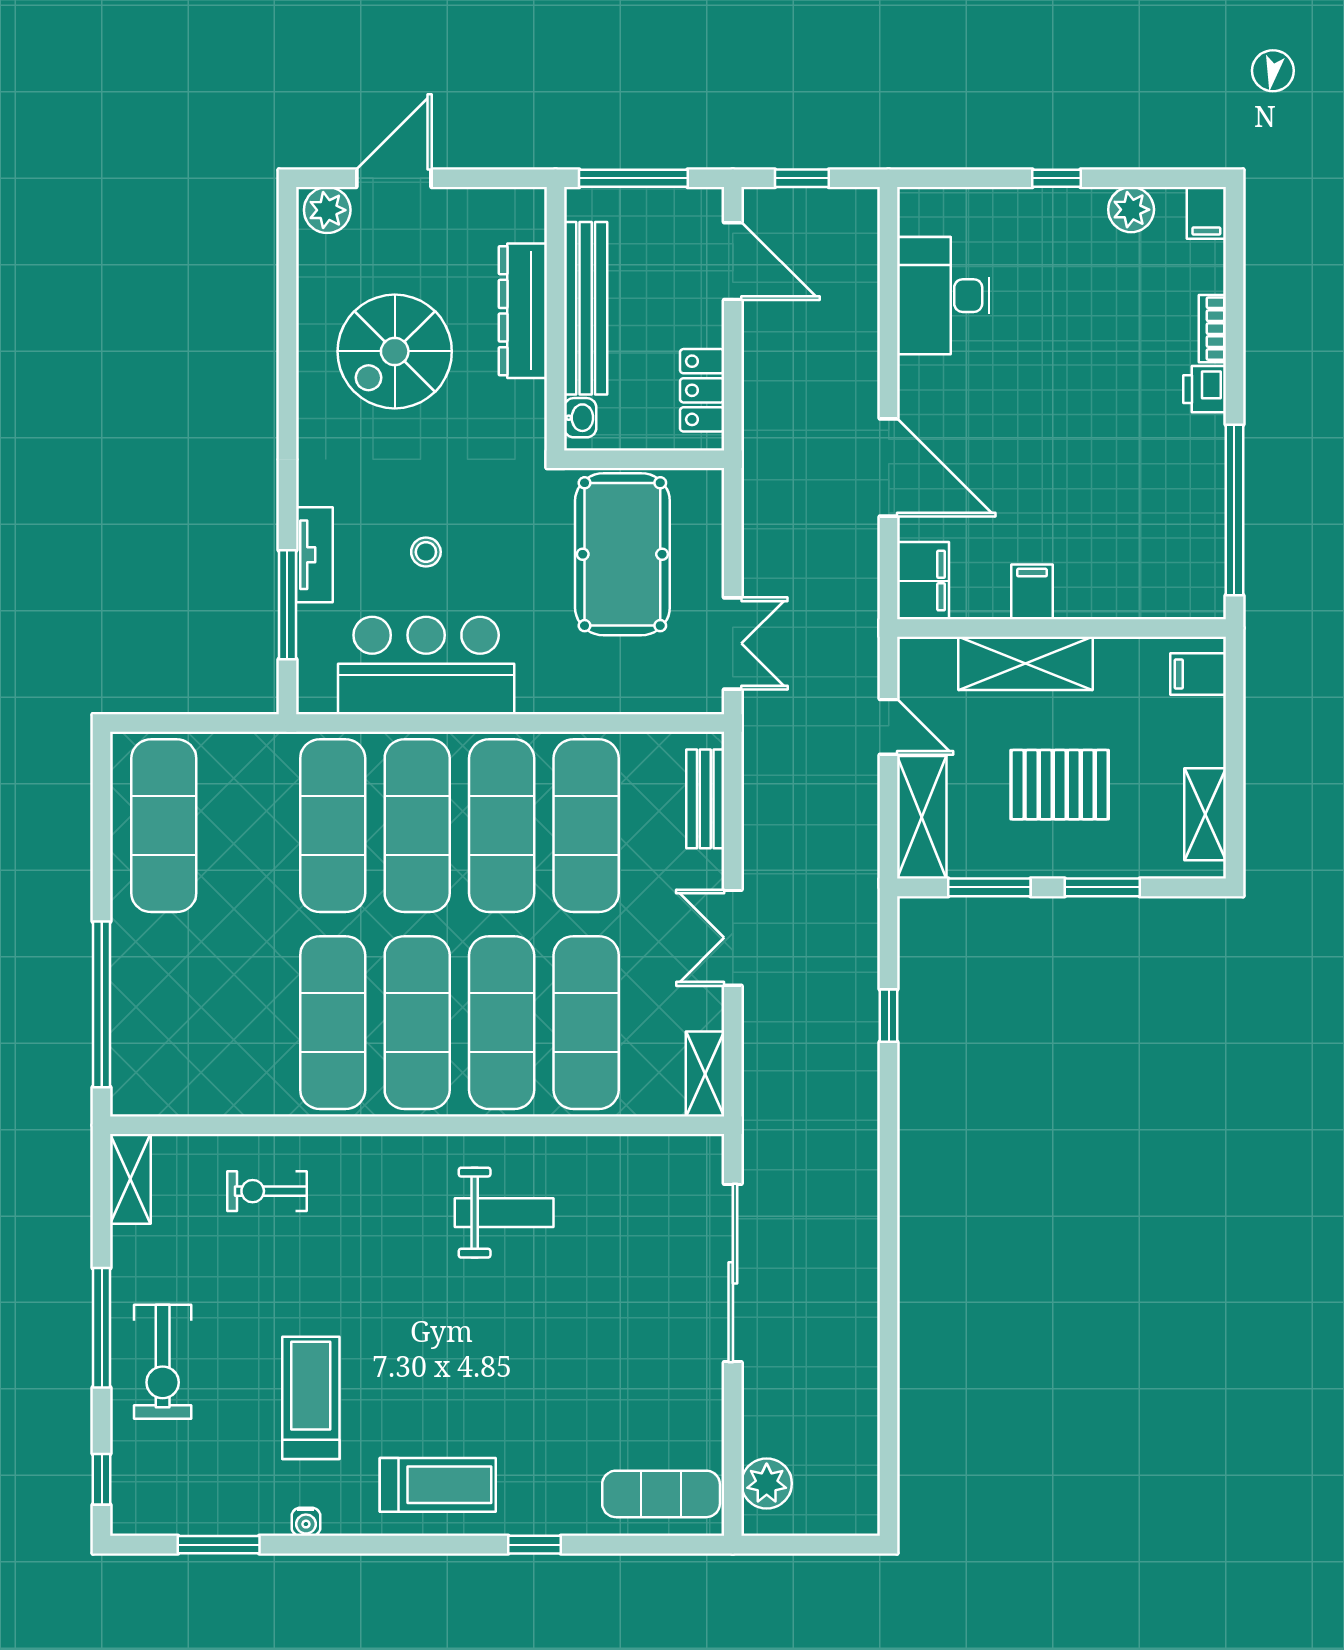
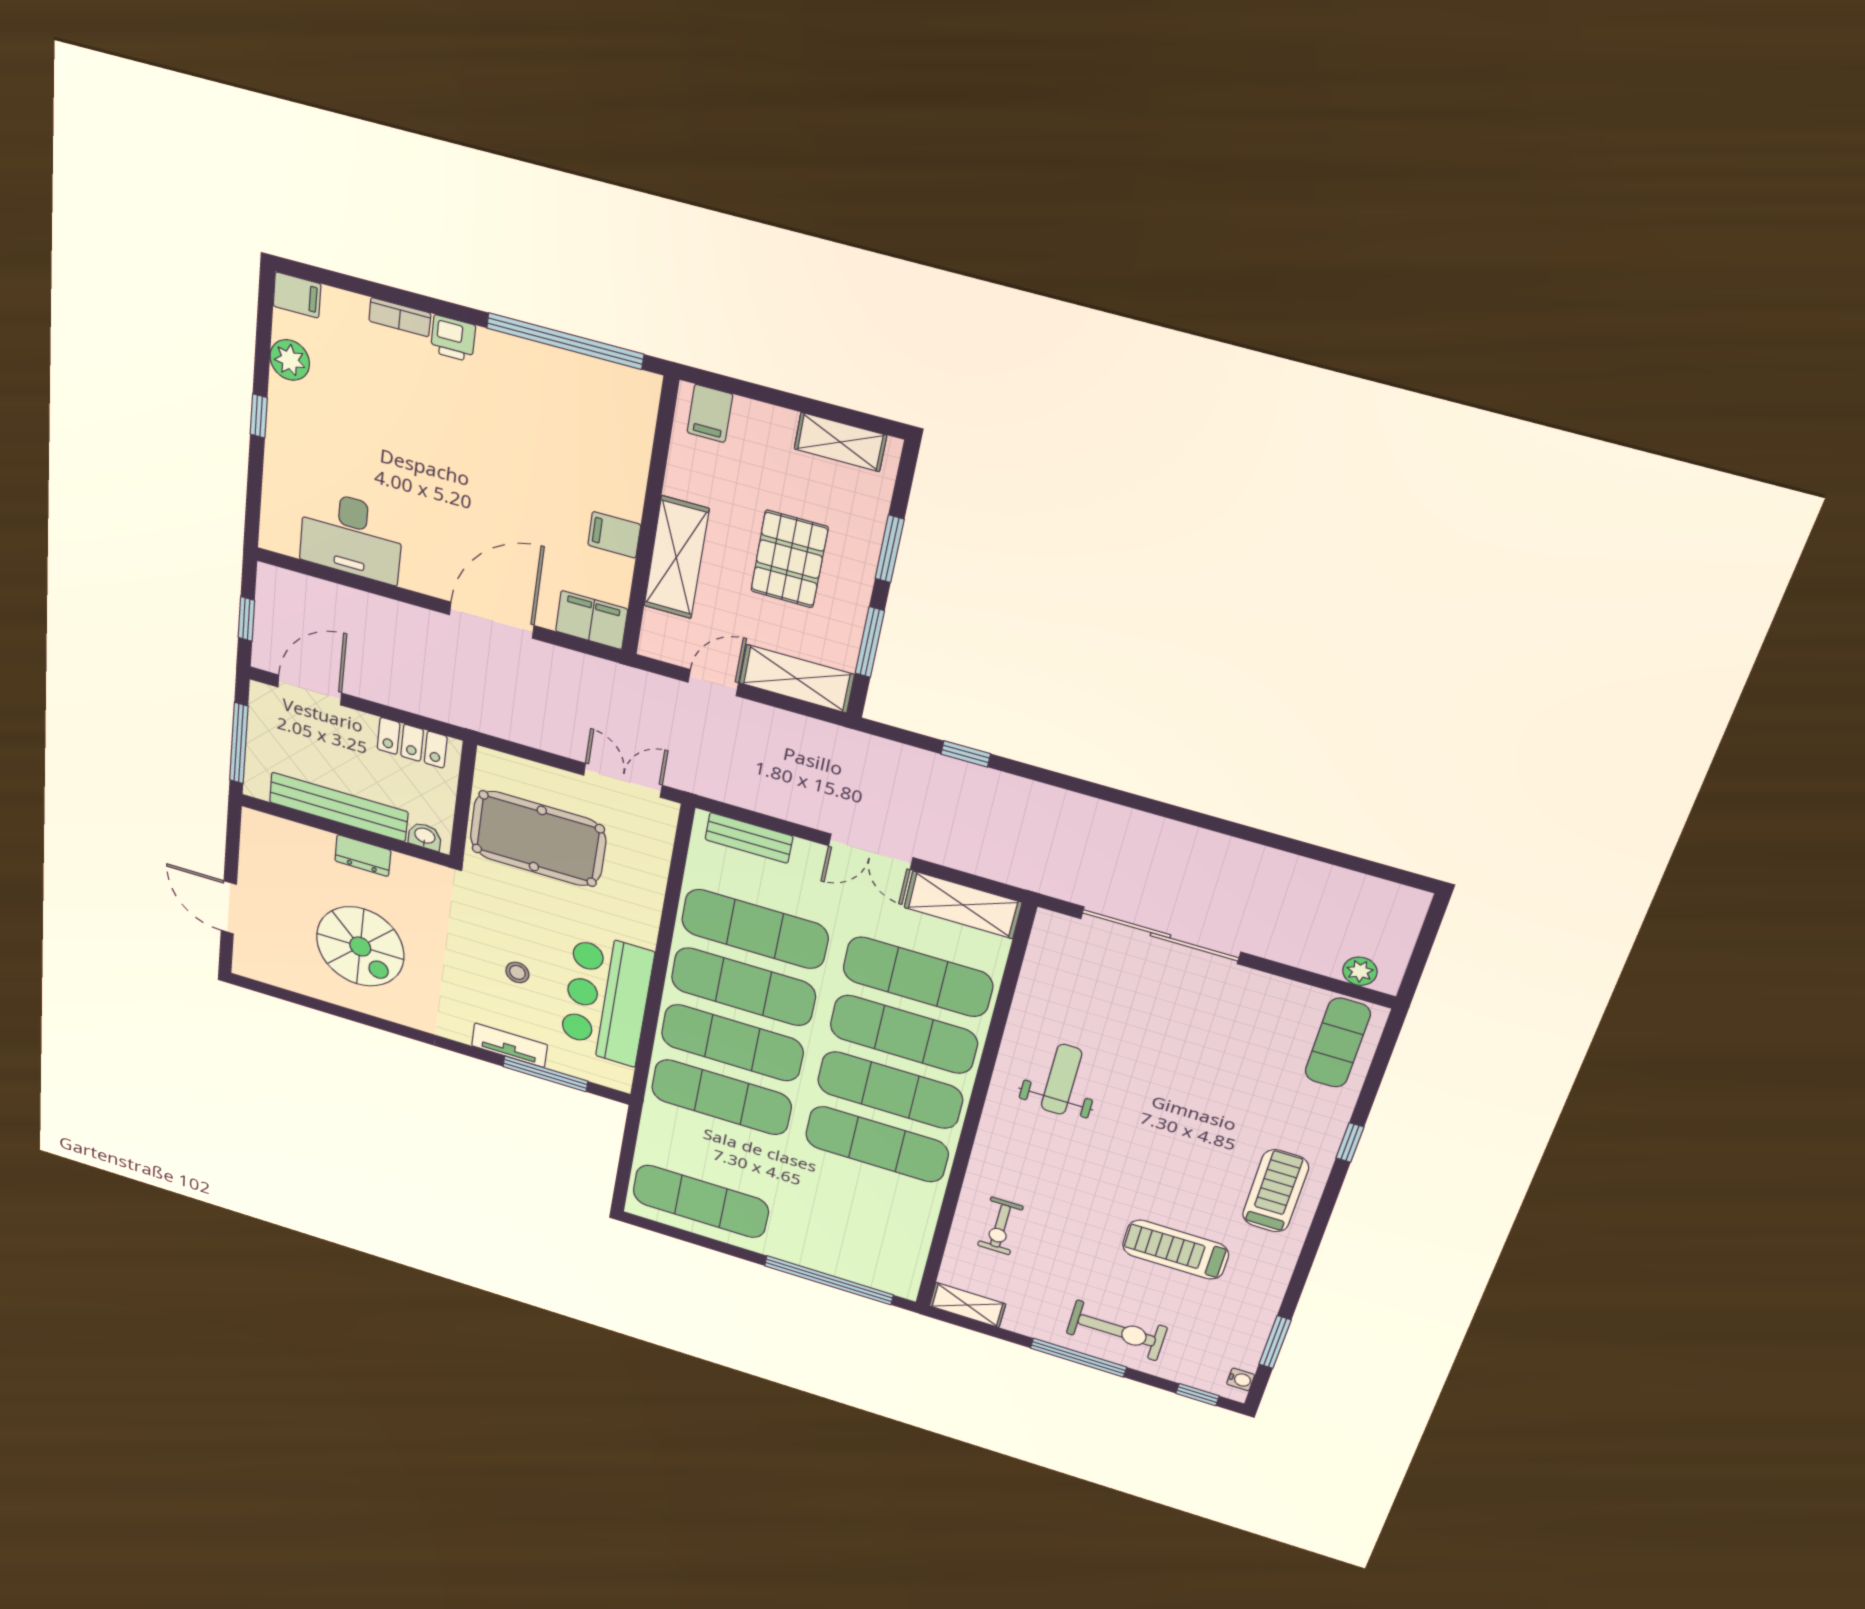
plant: (327, 210) -> (250, 958), removed
dresser: (523, 311) -> (363, 856), width x0.51, depth x0.80
shelving: (705, 1074) -> (963, 905), width x1.50, depth x1.33
plant: (767, 1483) -> (1360, 971), width x0.73, depth x0.73
water cooler: (306, 1522) -> (1241, 1379), moved

